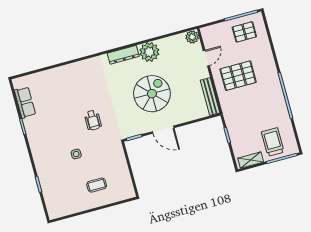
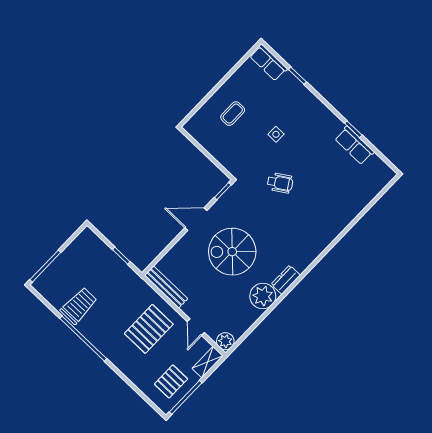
dresser: (123, 55) -> (286, 280), width x0.70
spiral stairs: (152, 94) -> (232, 252), turned 90
row of seats: (25, 102) -> (354, 145), moved
wheelchair: (93, 120) -> (280, 183), turned 147
trolley: (273, 142) -> (79, 306), moved, turned -90
shelving: (251, 160) -> (208, 362), moved
row of seats: (52, 205) -> (269, 62), added

